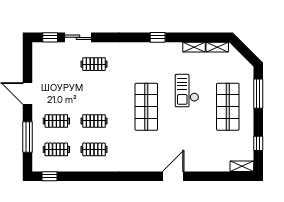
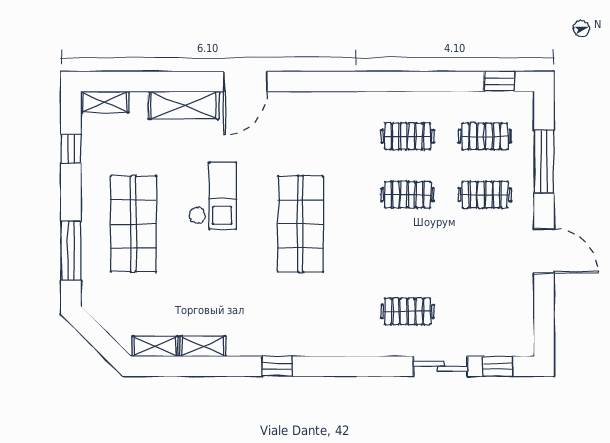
checkout: (187, 91) -> (213, 196), moved
shelving: (203, 165) -> (184, 105), added

